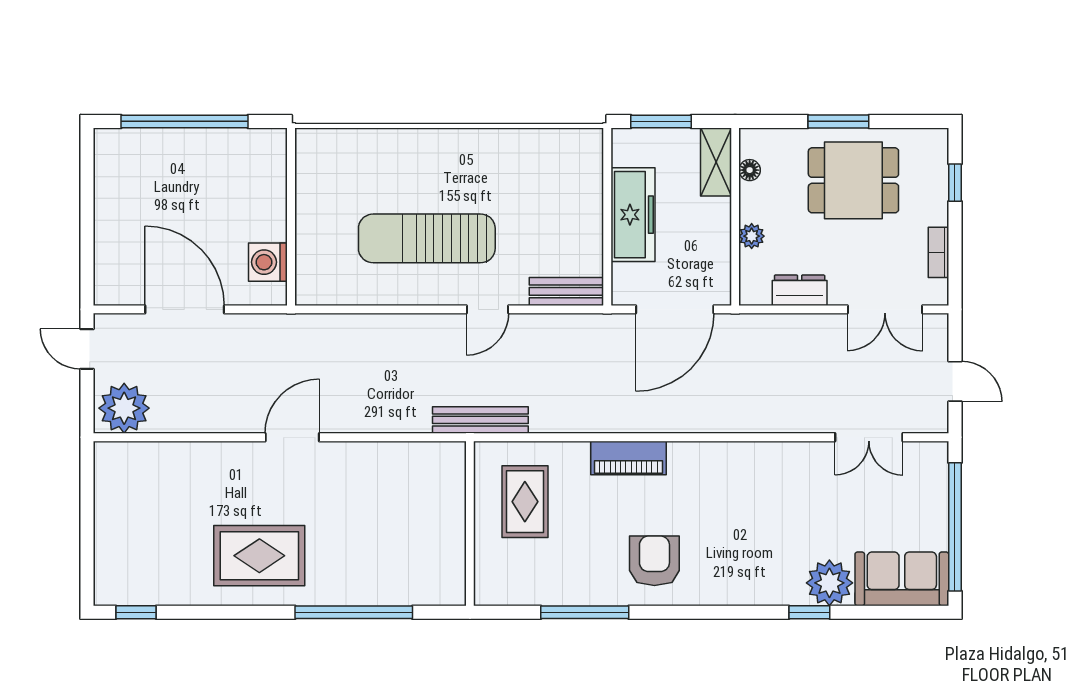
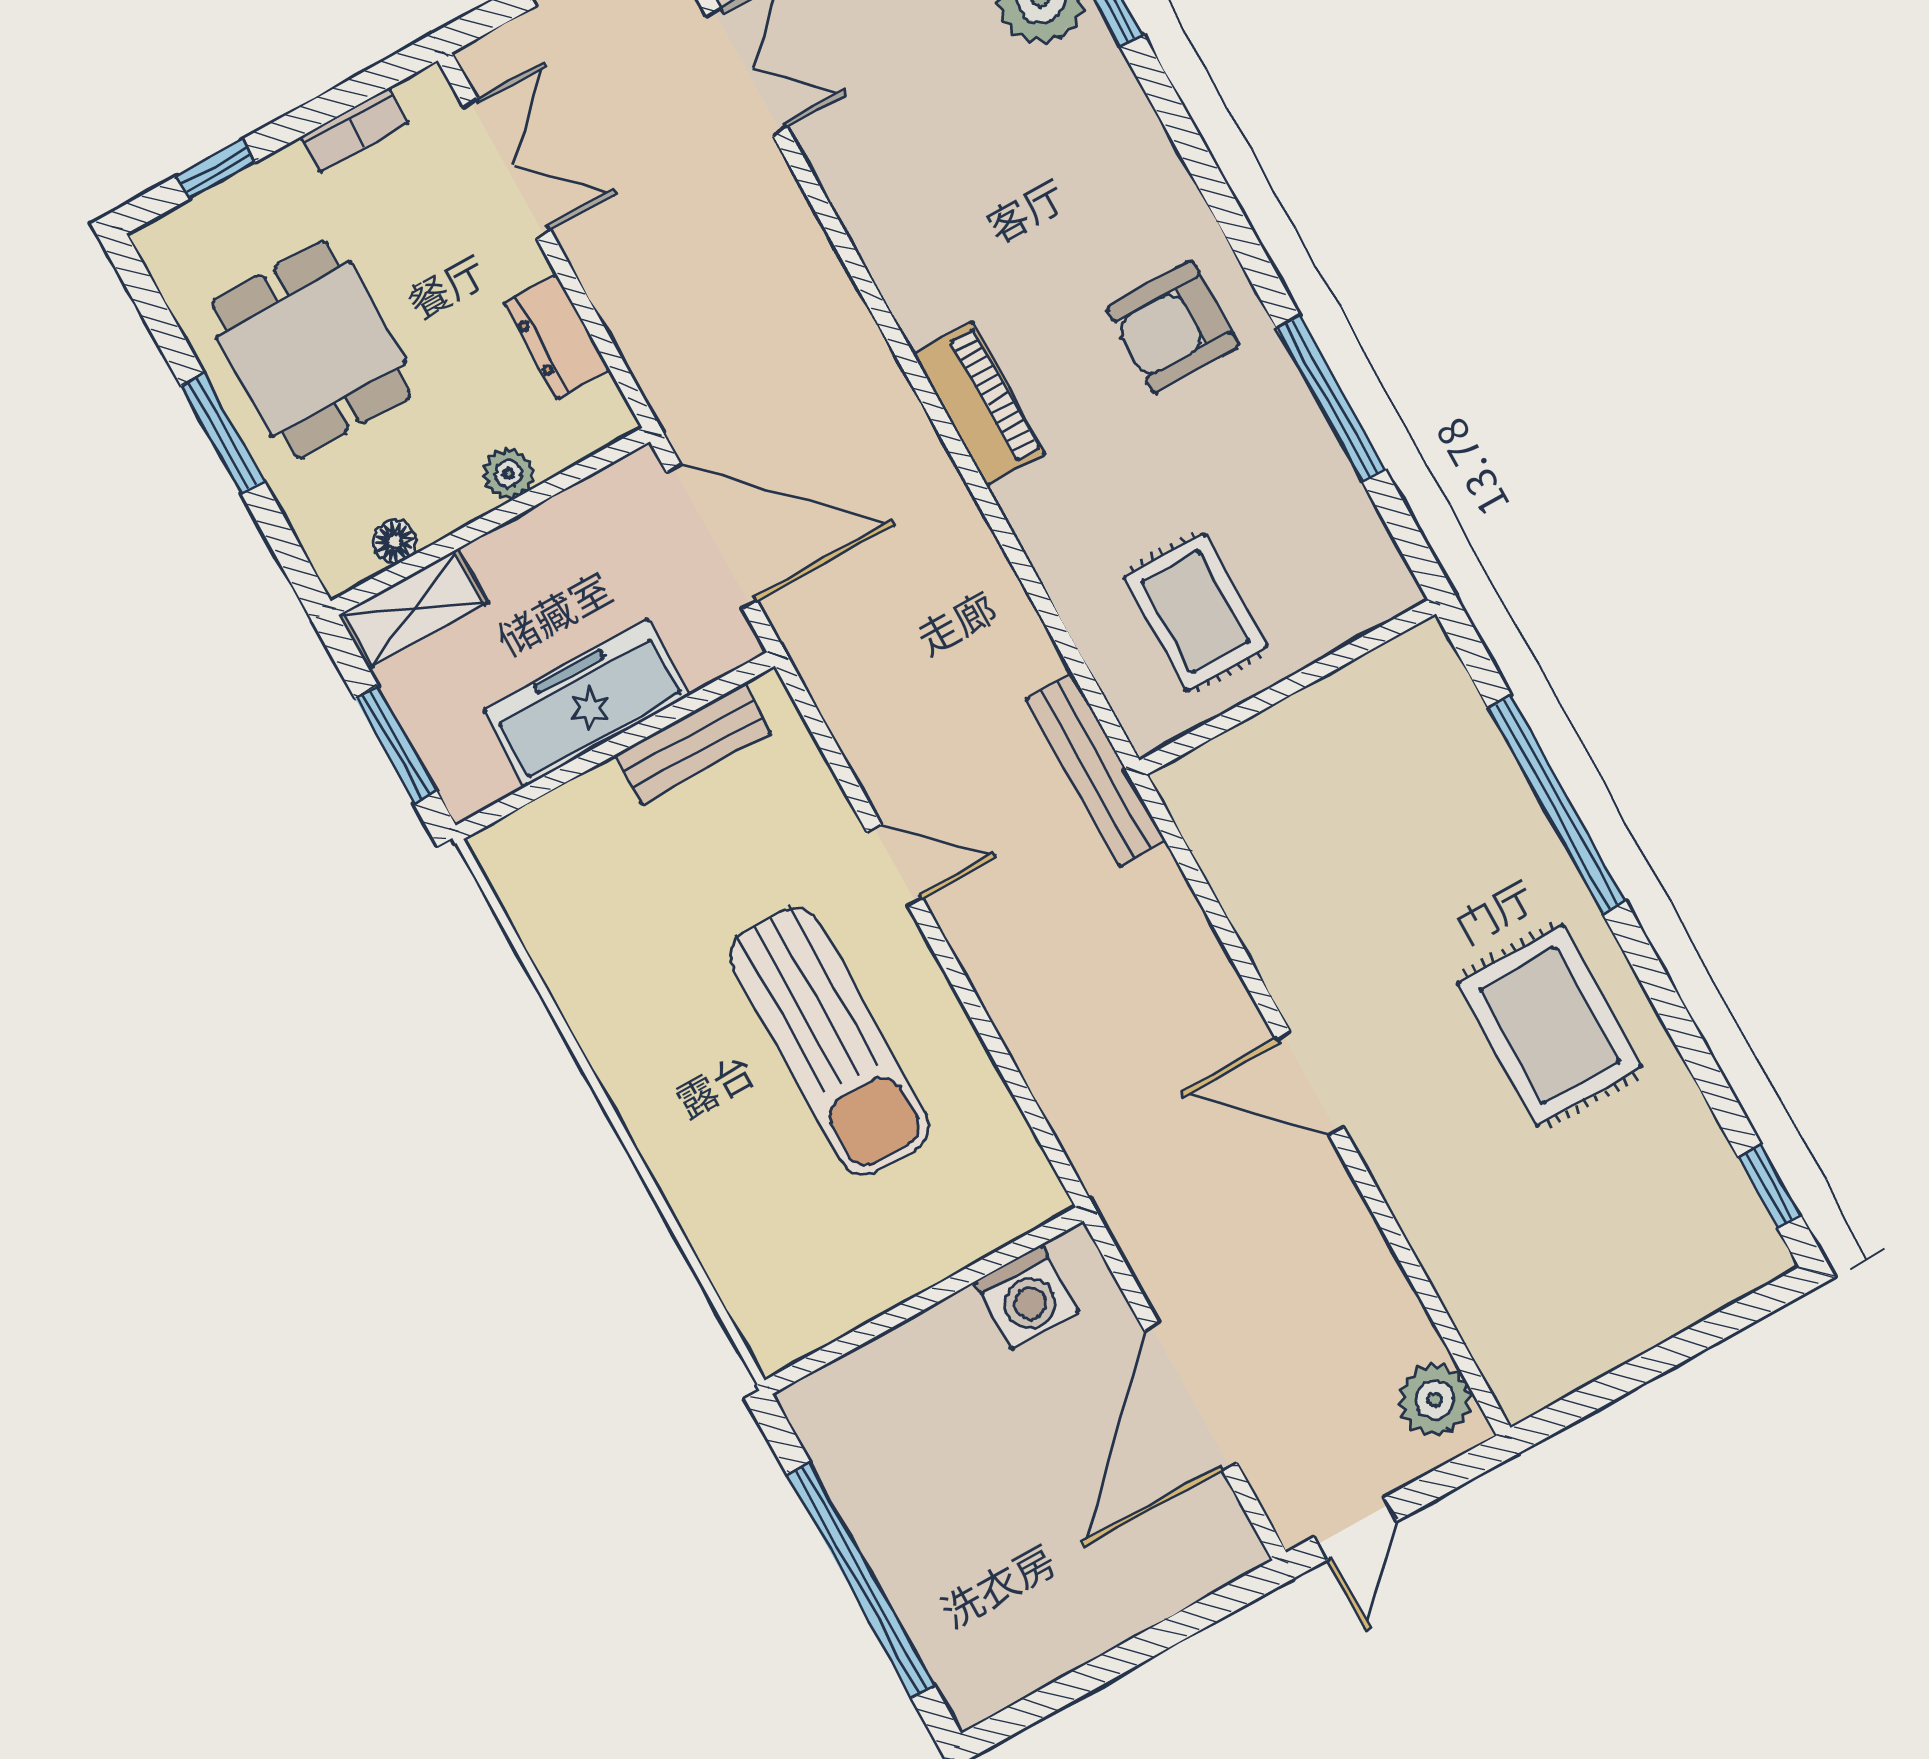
bench: (566, 291) -> (693, 744), moved, turned 90
plant: (124, 408) -> (1435, 1400), width x0.73, depth x0.73
piano: (628, 458) -> (979, 404), moved
rug: (525, 502) -> (1195, 612), turned 90

